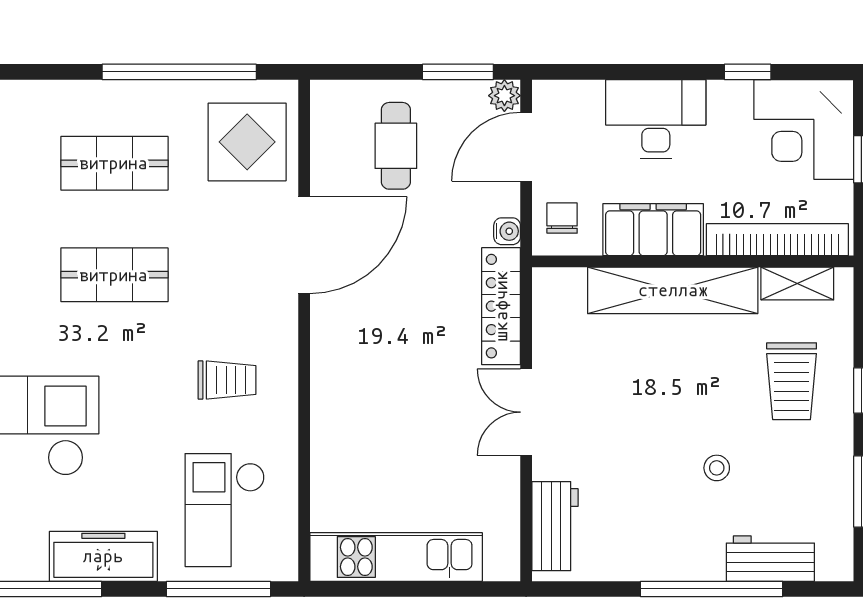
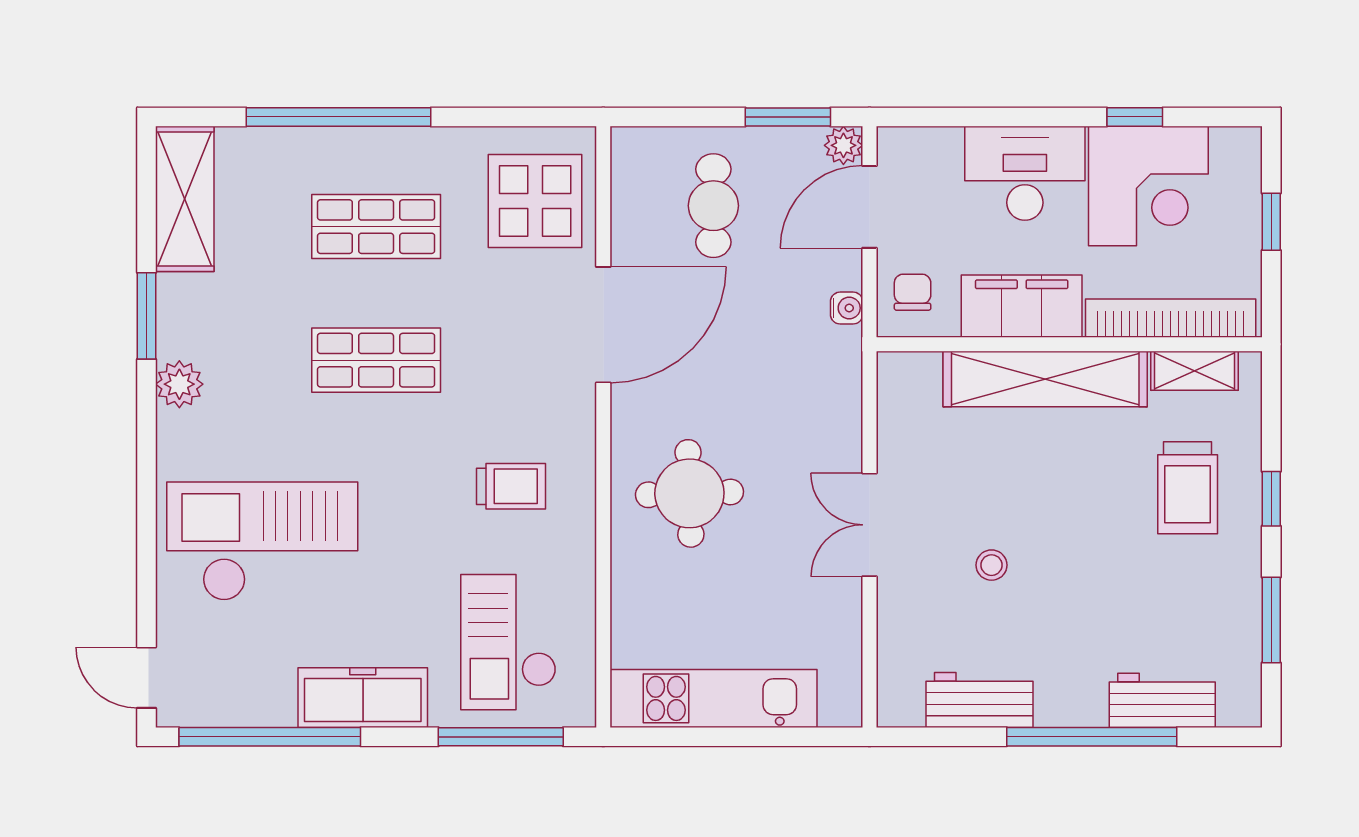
window: (179, 72) -> (339, 117), moved
corner desk: (804, 129) -> (1148, 186), moved, turned -90
locker: (501, 306) -> (839, 398), removed
round table: (376, 386) -> (689, 493), added
stool: (717, 468) -> (992, 565), moved
workbench: (555, 526) -> (979, 700), moved, turned -90

